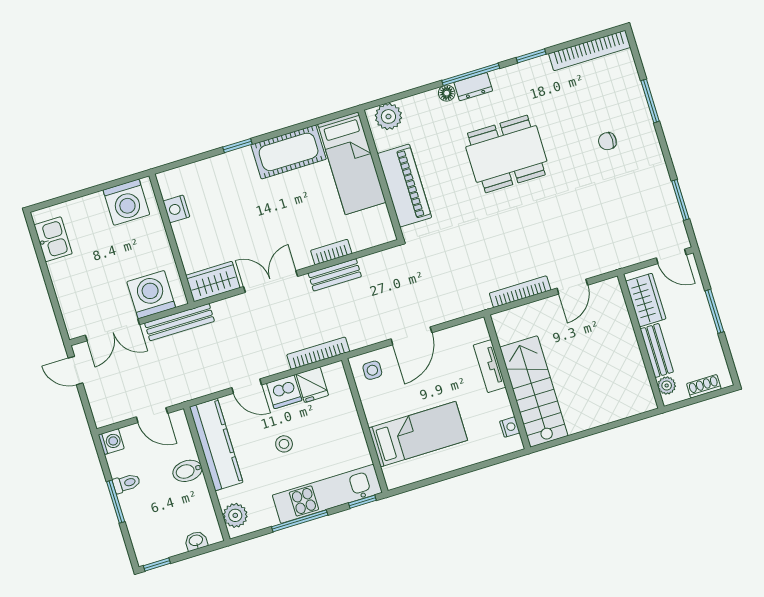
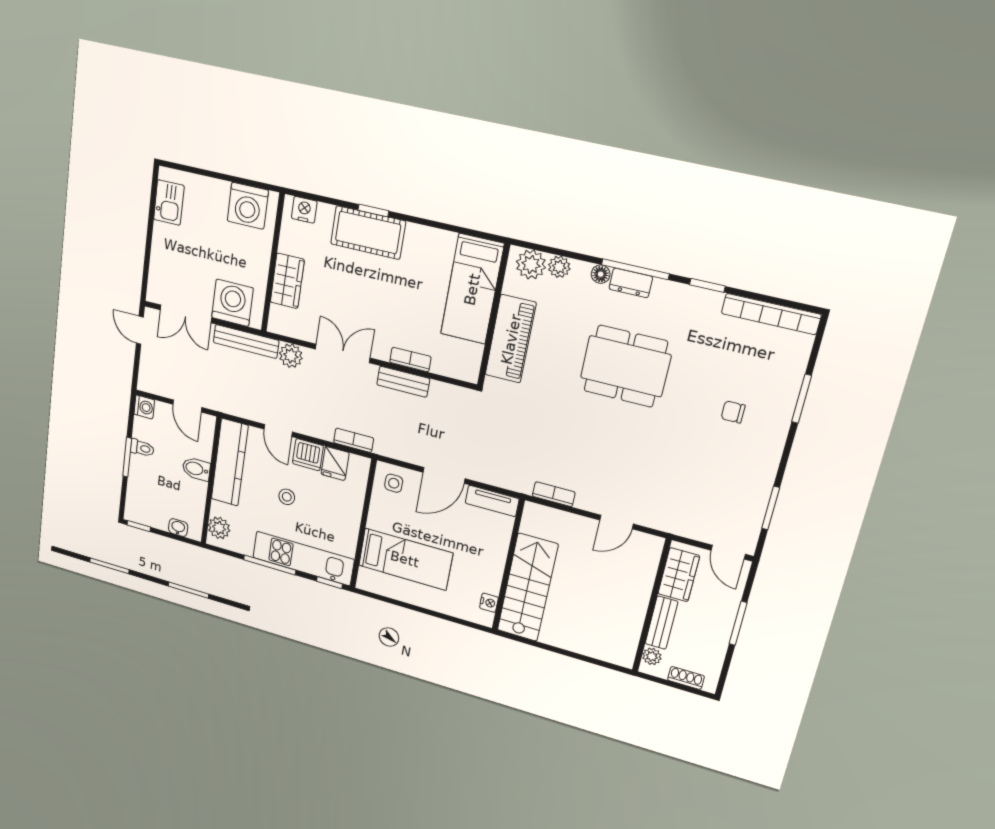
plant: (412, 106) -> (559, 267), added
cot: (289, 152) -> (368, 233), moved
nightstand: (176, 209) -> (304, 210), moved, turned 90
wardrobe: (213, 282) -> (287, 281), moved, turned 90
bookcase: (520, 292) -> (554, 494), width x0.64
plant: (226, 311) -> (291, 356), added
bookcase: (318, 353) -> (354, 440), width x0.64
tv unit: (490, 366) -> (492, 501), moved, turned -90

